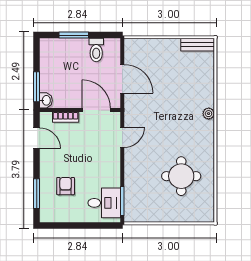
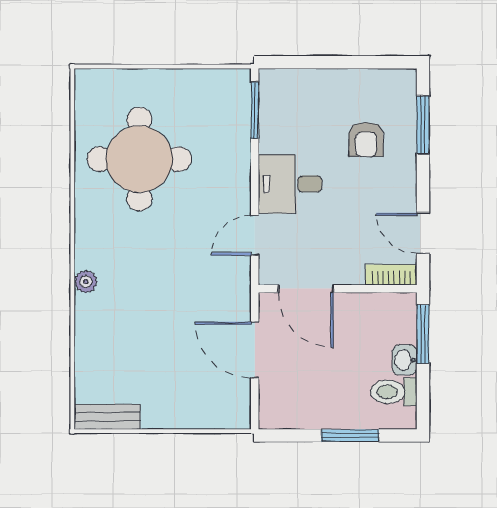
toilet: (96, 50) -> (394, 392), moved, turned -90
washbasin: (46, 100) -> (404, 360), moved
bookcase: (66, 117) -> (391, 275), moved
round table: (181, 176) -> (139, 159), width x1.36, depth x1.36
desk: (104, 203) -> (290, 184), moved

